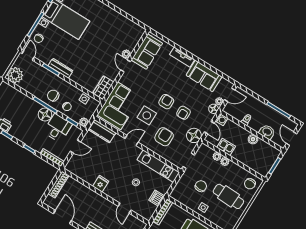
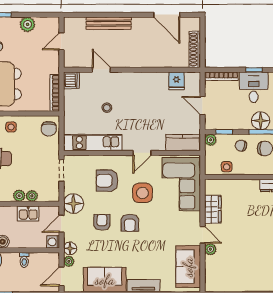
wardrobe: (103, 88) -> (213, 209), moved
desk: (58, 128) -> (254, 87), moved, turned 180
door: (209, 128) -> (61, 224), hinge flipped
armchair: (164, 137) -> (107, 181), turned 90
door: (75, 147) -> (202, 106), hinge flipped
fridge: (101, 184) -> (177, 81), moved
chair: (201, 186) -> (49, 129), moved
dishwasher: (157, 198) -> (71, 80), moved

